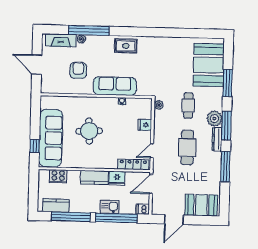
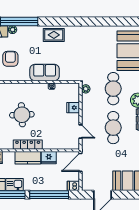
sofa: (115, 86) -> (45, 72), width x0.73
cafe table: (188, 105) -> (113, 89), width x1.37, depth x1.35
door: (152, 151) -> (81, 131), swing flipped
locker: (133, 164) -> (28, 145), moved
kitchen sink: (110, 207) -> (15, 184), moved

